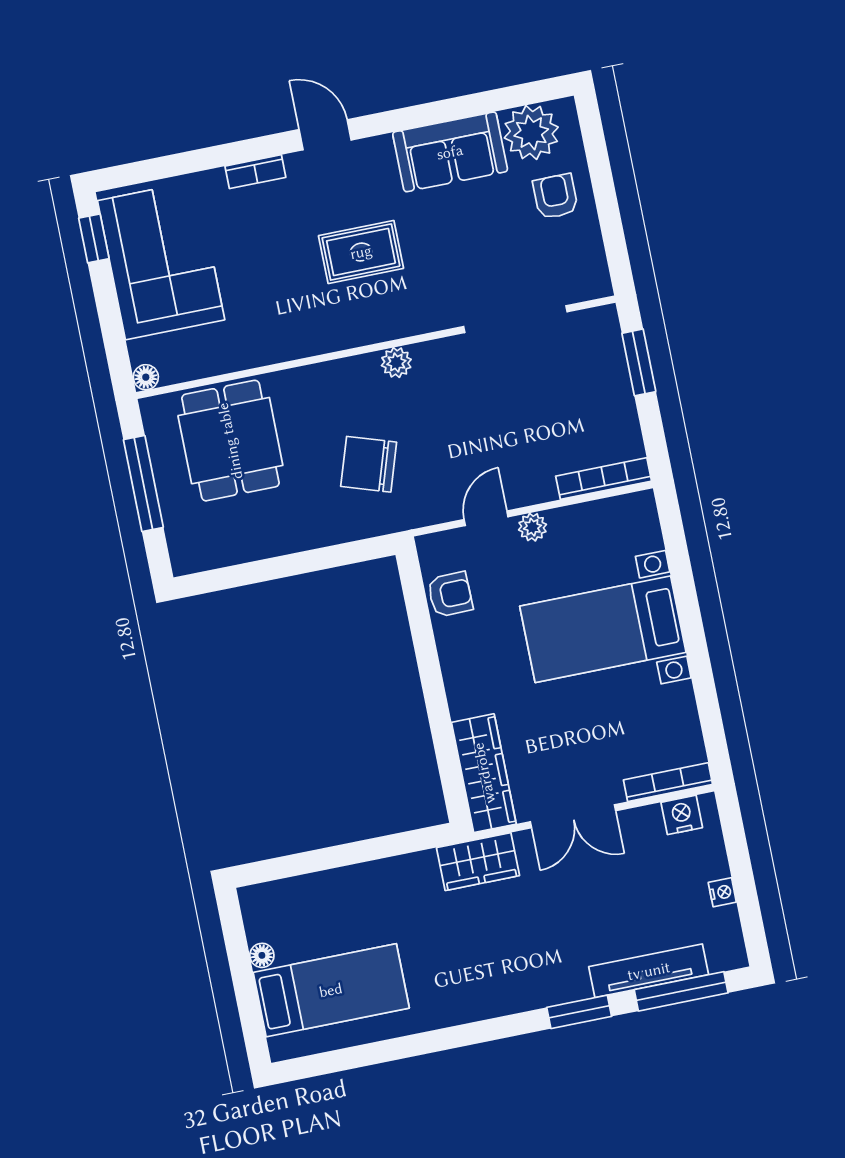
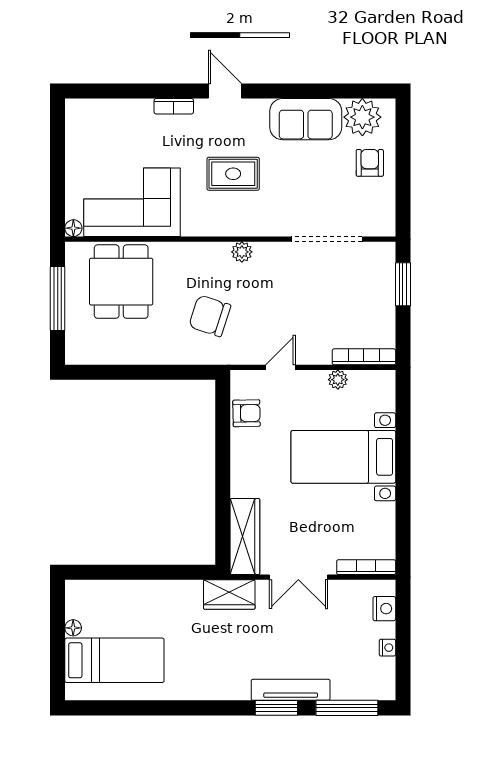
window: (94, 238) -> (58, 129), removed
corner sofa: (161, 260) -> (132, 202), moved, turned -90
plant: (532, 527) -> (338, 380), moved
nightstand: (682, 815) -> (384, 609), moved, turned 90
tv unit: (649, 971) -> (291, 690), moved

